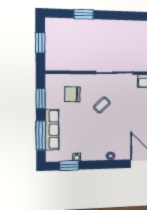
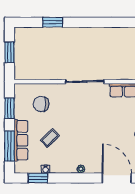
coffee table: (102, 105) -> (50, 138), moved

